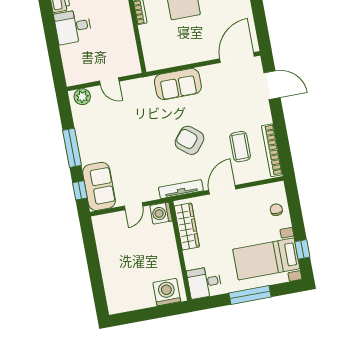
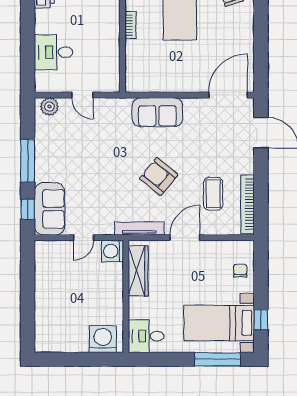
desk: (73, 27) -> (53, 52), moved
window: (250, 295) -> (217, 359), moved

